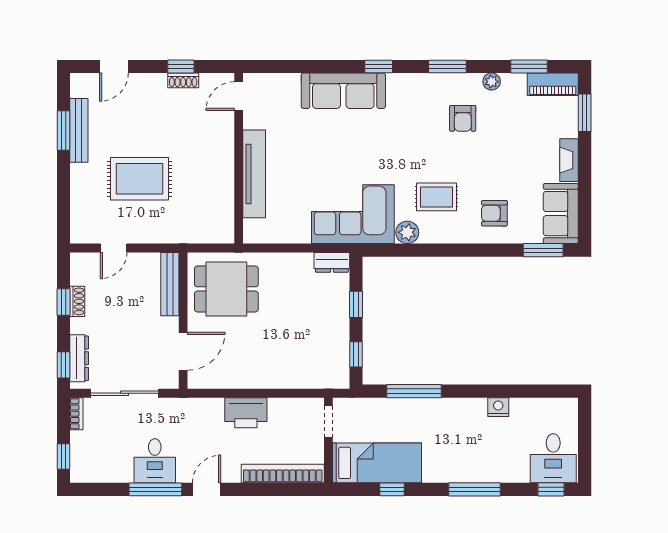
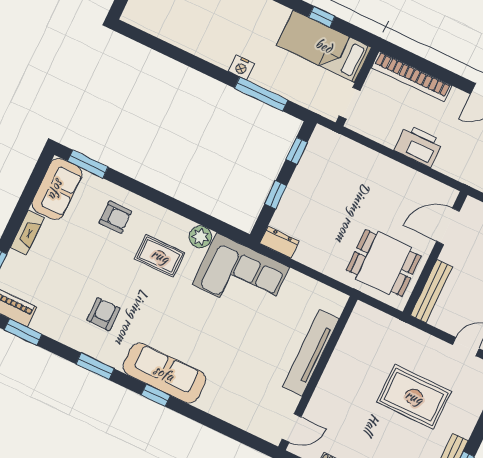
plant: (492, 82) -> (62, 334), removed
sofa: (343, 91) -> (164, 373), moved
nightstand: (498, 407) -> (241, 67), moved

